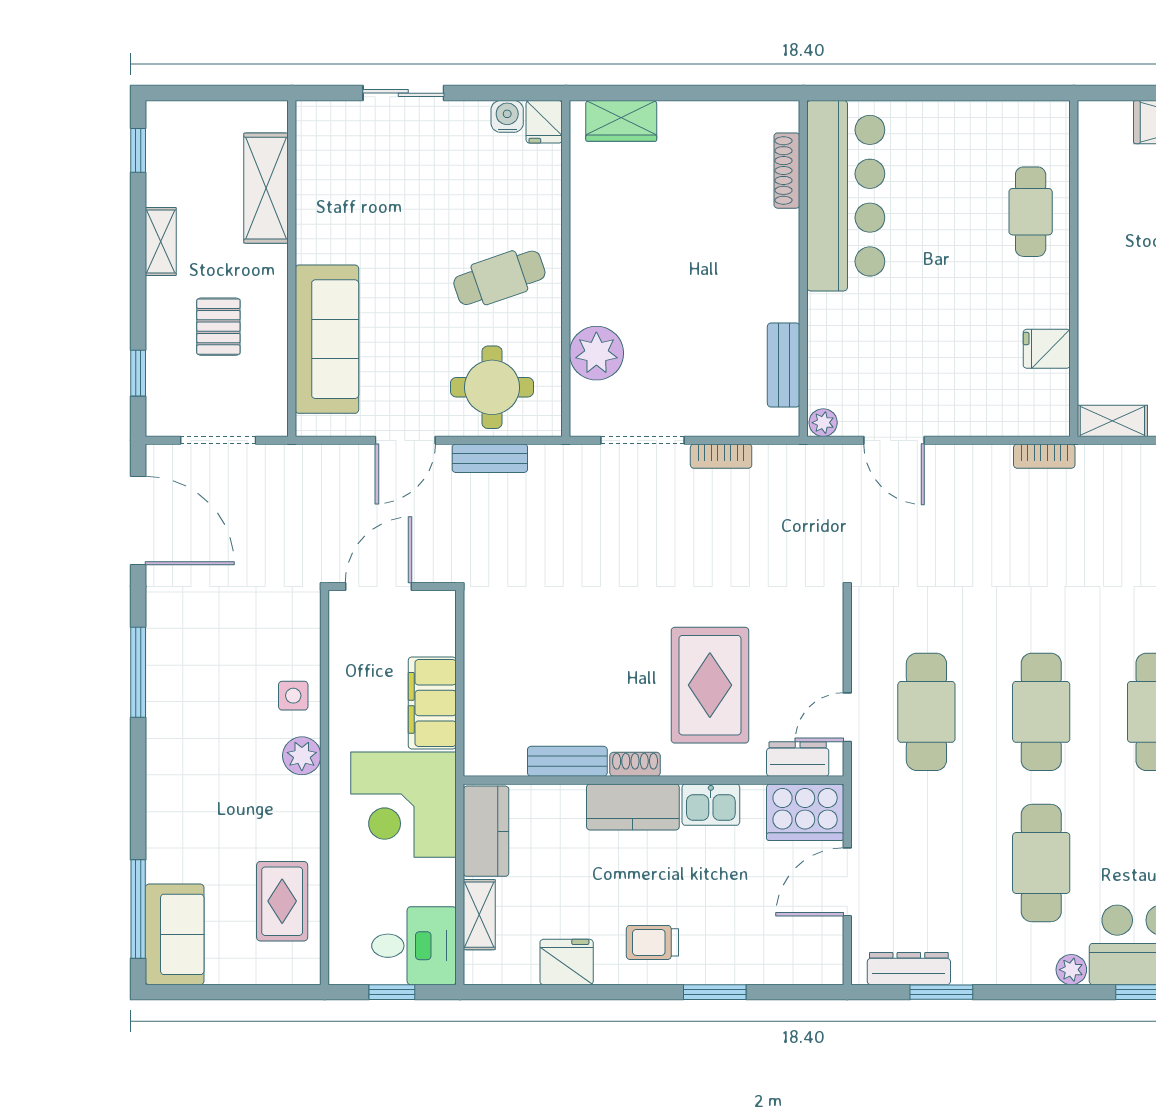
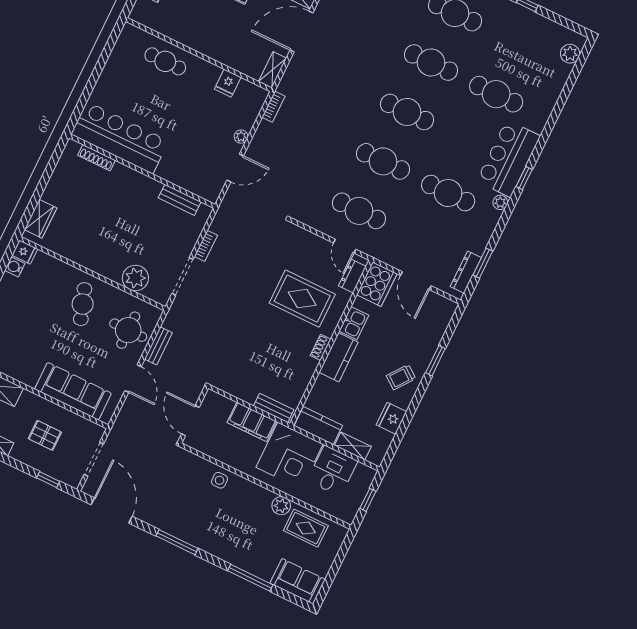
plant: (823, 423) -> (241, 137), moved
door: (138, 521) -> (112, 510), hinge flipped
plant: (302, 756) -> (281, 506), moved
bench: (567, 761) -> (274, 408), moved, turned 90
window: (138, 909) -> (250, 578), moved
trolley: (652, 942) -> (401, 377), turned 37
desk: (414, 946) -> (333, 471), moved

